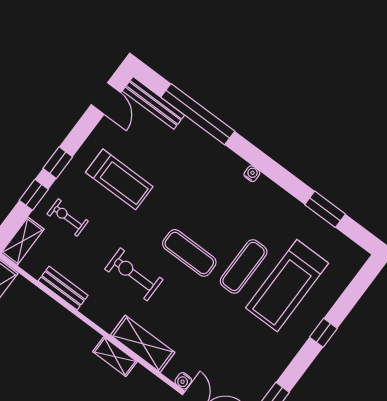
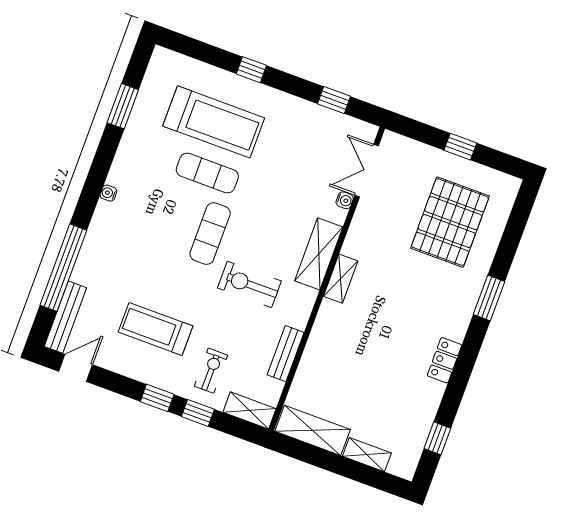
treadmill: (119, 179) -> (155, 329), turned -90
exercise bike: (68, 218) -> (211, 371), turned 180
exercise bike: (134, 274) -> (249, 285), turned 90

